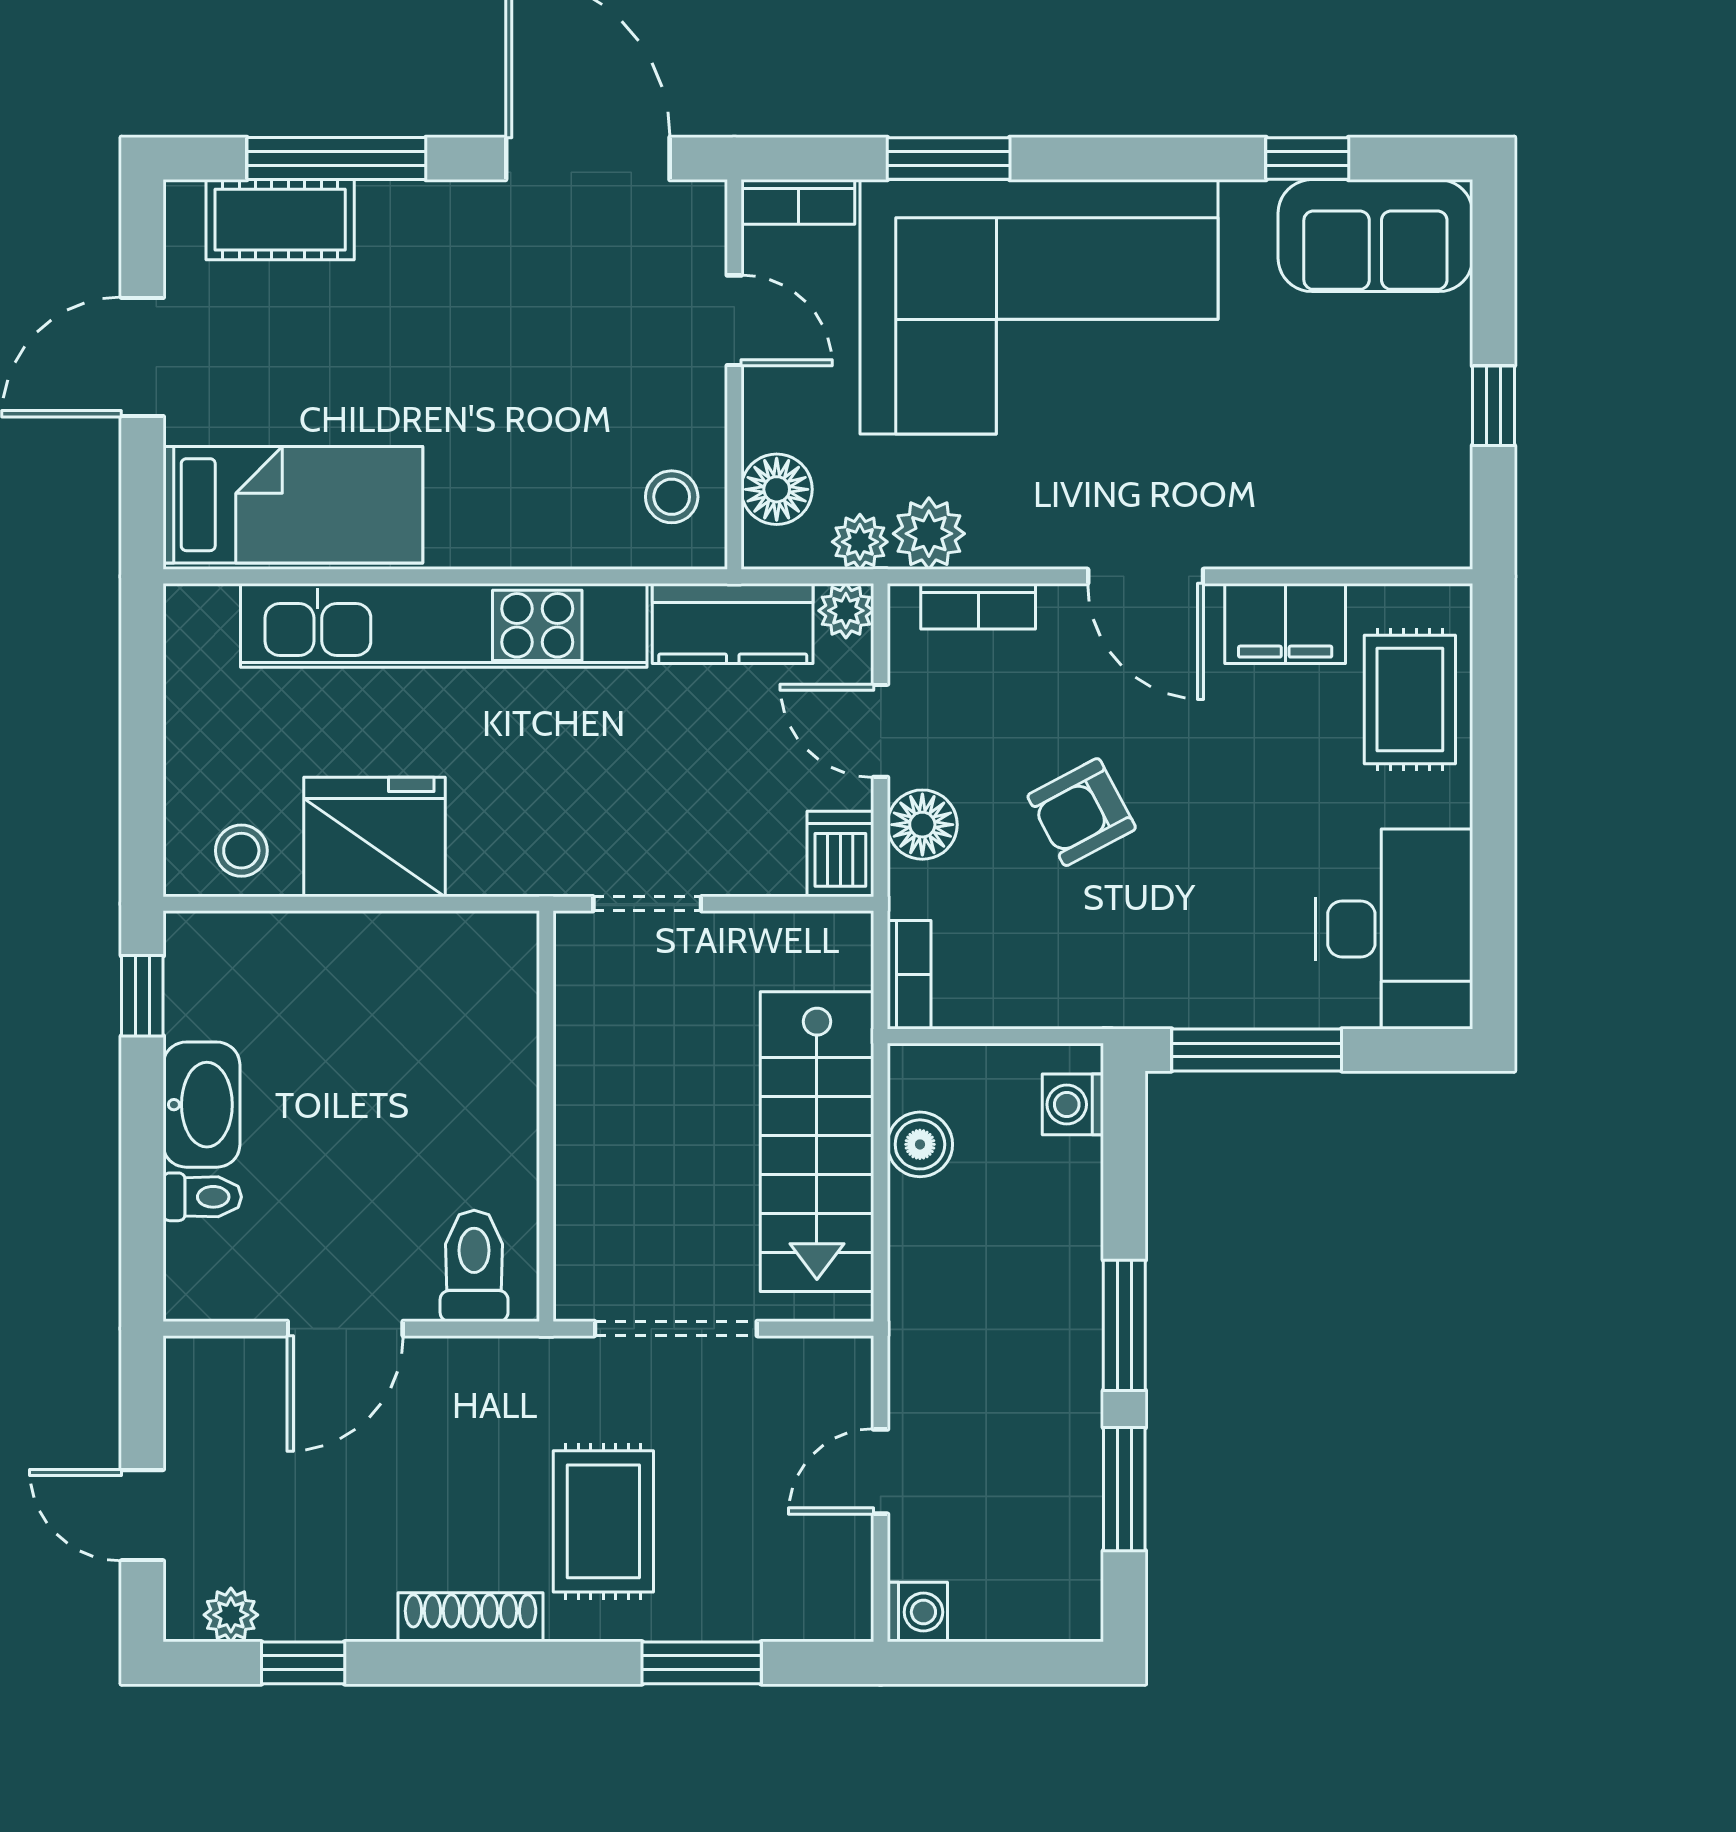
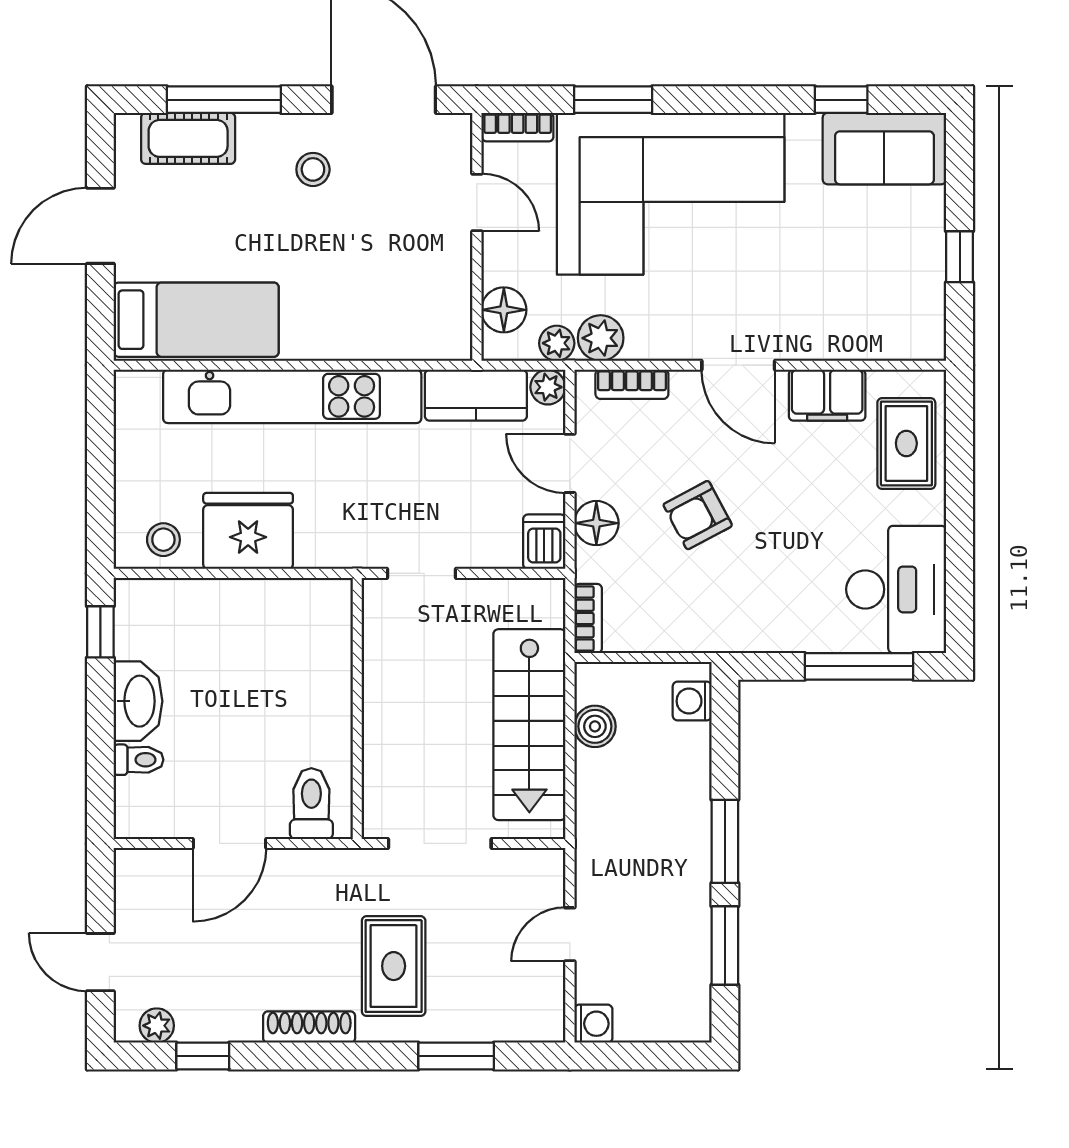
stool: (672, 497) -> (313, 169), moved
window: (1257, 1050) -> (859, 666), moved

